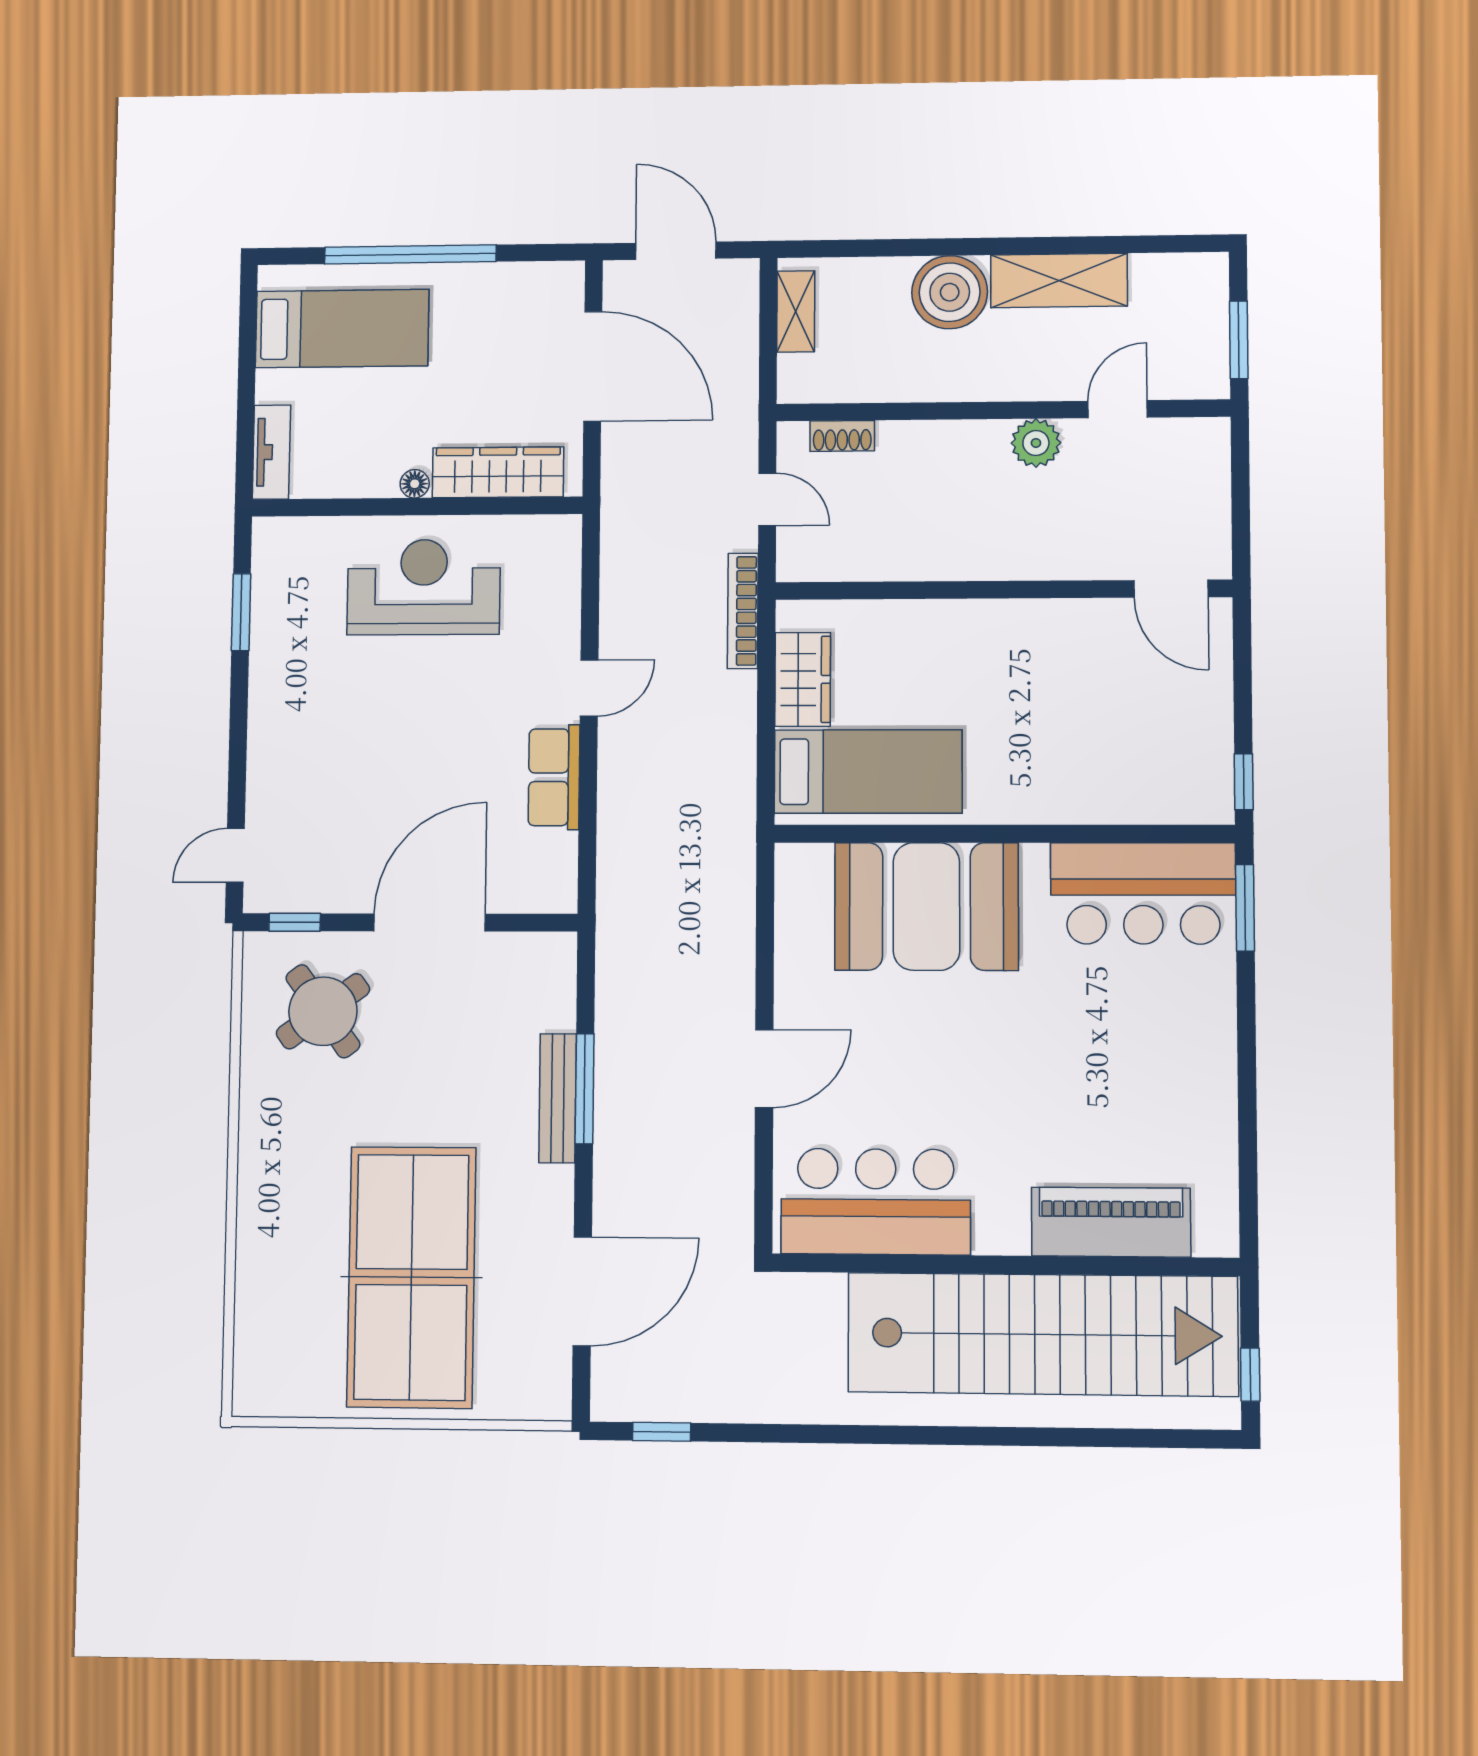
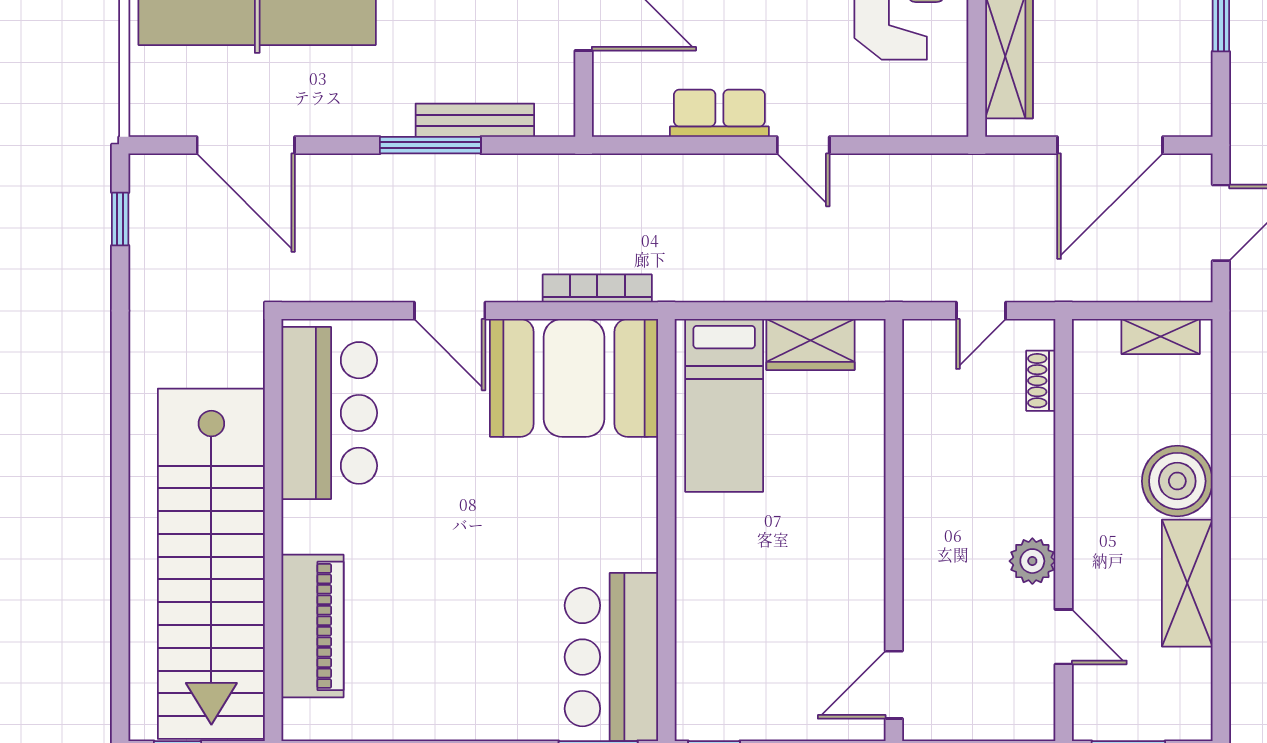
bookcase: (743, 611) -> (597, 288), moved
booth: (926, 906) -> (574, 378), moved, turned 90
bench: (558, 1098) -> (475, 120), moved

